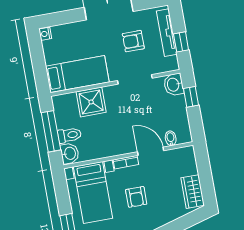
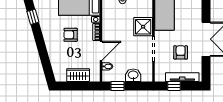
washbasin: (174, 85) -> (133, 75), moved
window: (191, 97) -> (118, 86), moved
shower: (91, 102) -> (143, 27), moved
wardrobe: (193, 192) -> (78, 75), moved

